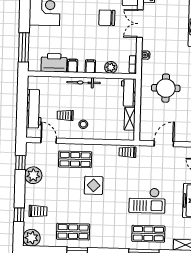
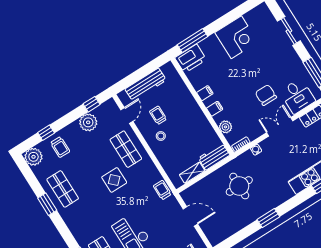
printer: (54, 63) -> (191, 59), moved, turned 90
bicycle: (84, 83) -> (197, 112), removed

